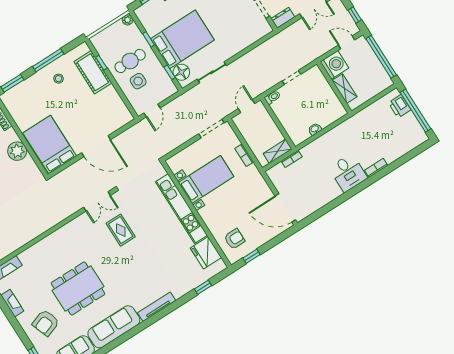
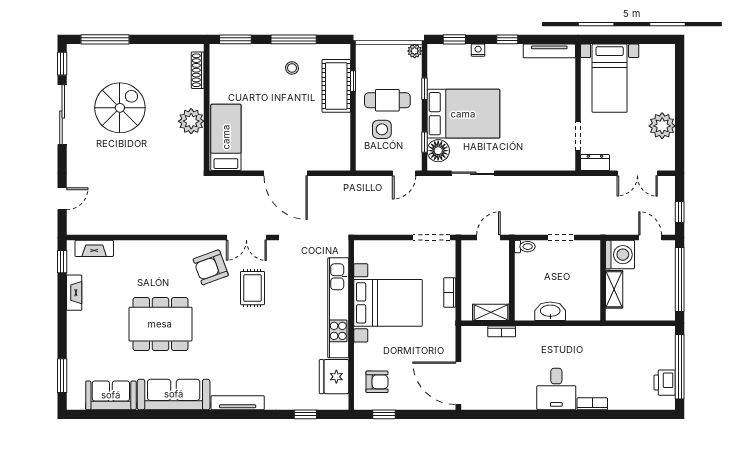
printer: (400, 106) -> (665, 383), moved
door: (152, 110) -> (404, 173), moved
washbasin: (315, 129) -> (550, 311), width x1.91, depth x1.45
bed: (50, 145) -> (226, 137), width x0.67
bed with nightstands: (206, 179) -> (388, 303), width x1.36
armchair: (46, 323) -> (211, 267), moved

